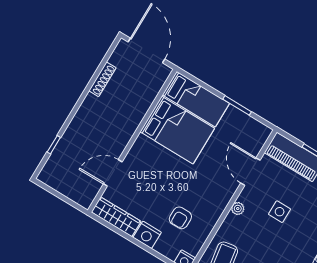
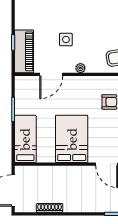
bed: (177, 130) -> (72, 139), moved

